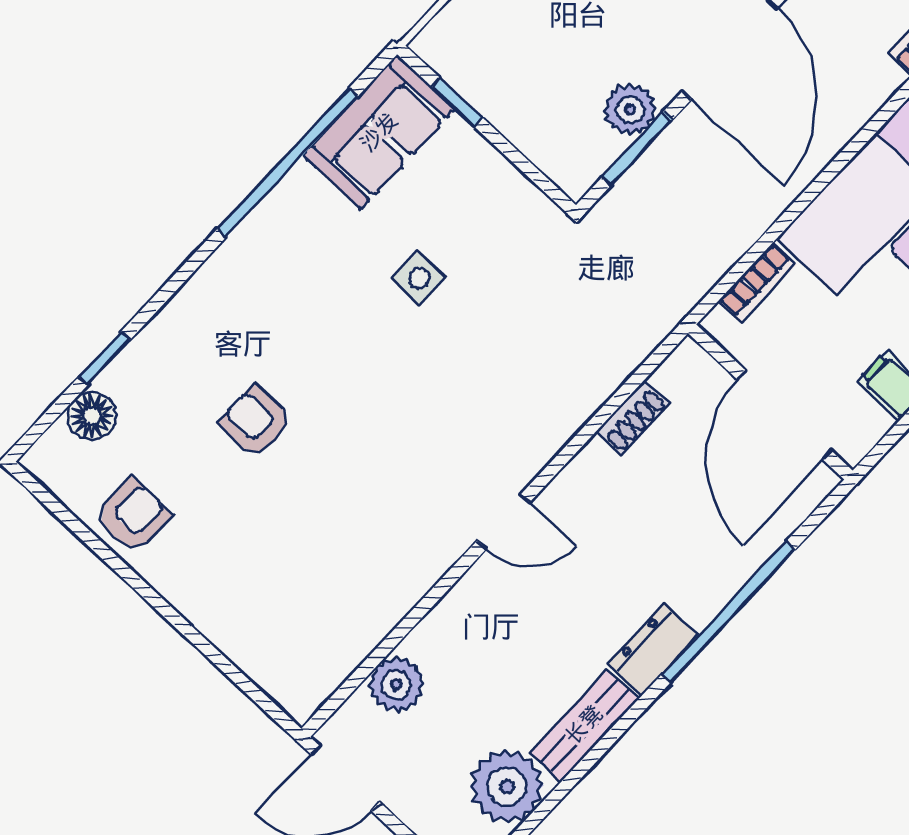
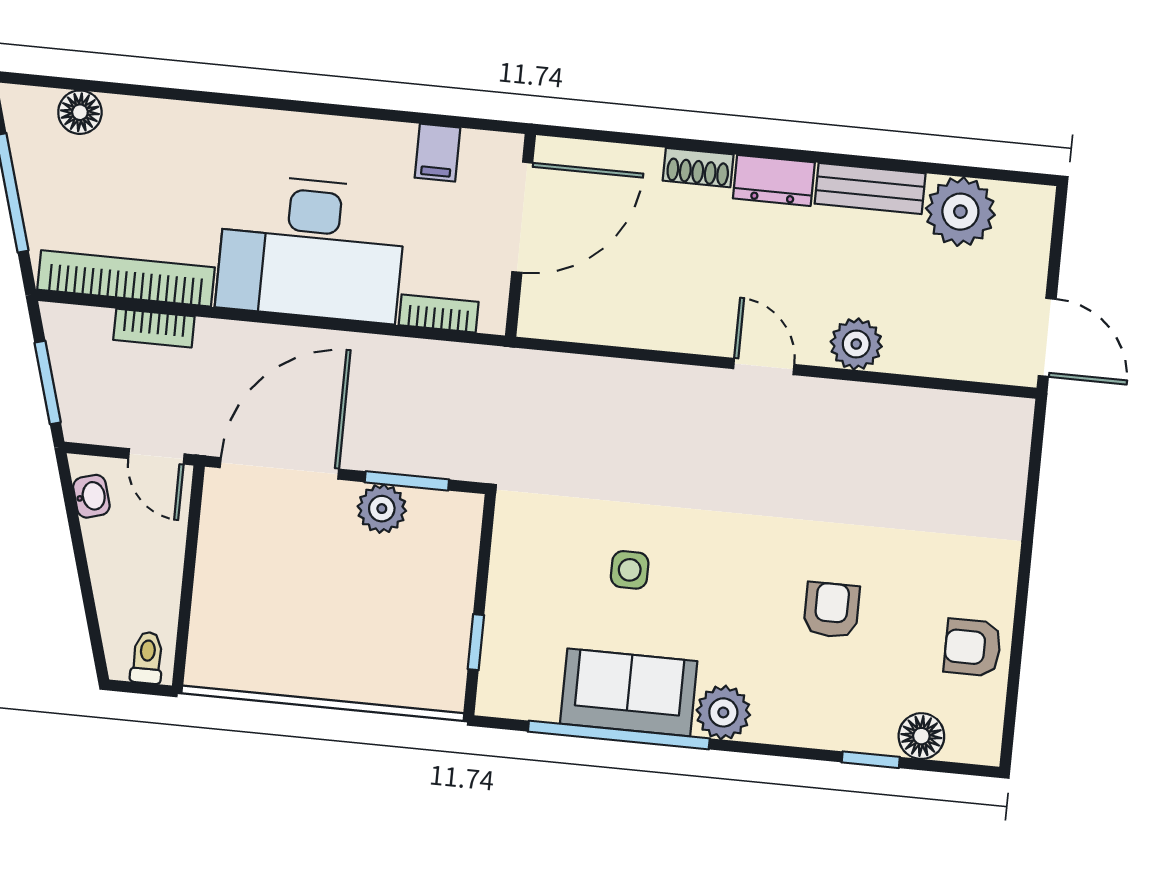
sofa: (379, 132) -> (629, 692), moved
plant: (239, 265) -> (723, 712), added
shoe rack: (633, 418) -> (698, 168), moved, turned 180
armchair: (255, 422) -> (831, 610), turned 180
window: (729, 612) -> (702, 146), removed
plant: (396, 685) -> (856, 344), moved

